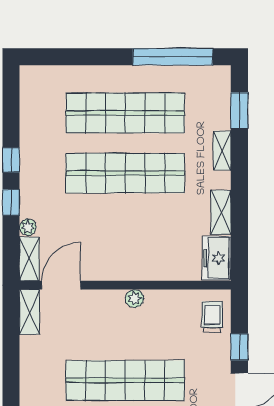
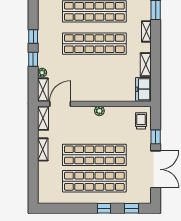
shelving: (29, 370) -> (43, 149), added

